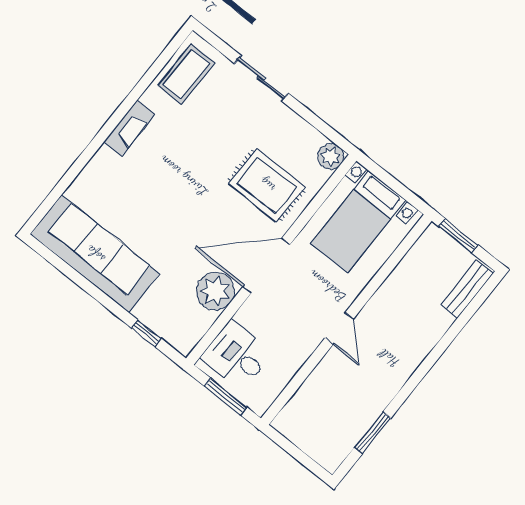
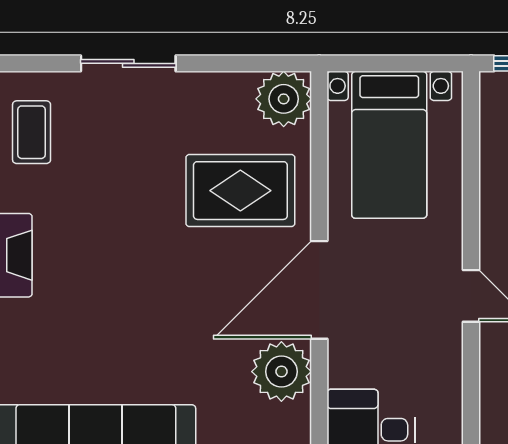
coffee table: (186, 74) -> (32, 132), width x0.73, depth x0.77
plant: (331, 157) -> (284, 99), width x1.36, depth x1.36

